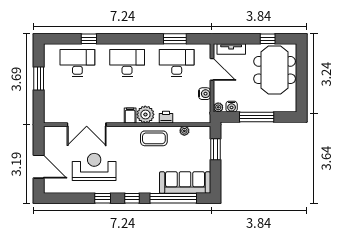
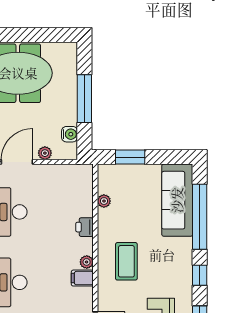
water cooler: (205, 94) -> (51, 172), removed
plant: (218, 107) -> (45, 153), moved
plant: (145, 114) -> (87, 262), width x0.53, depth x0.53
coffee table: (154, 138) -> (126, 261), moved

